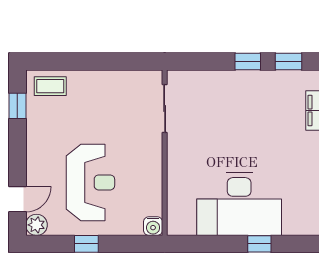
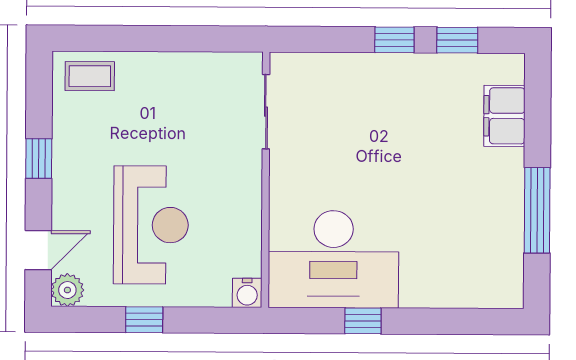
window: (17, 106) -> (39, 159), moved
desk: (239, 204) -> (333, 259), moved
window: (259, 244) -> (363, 321), moved

